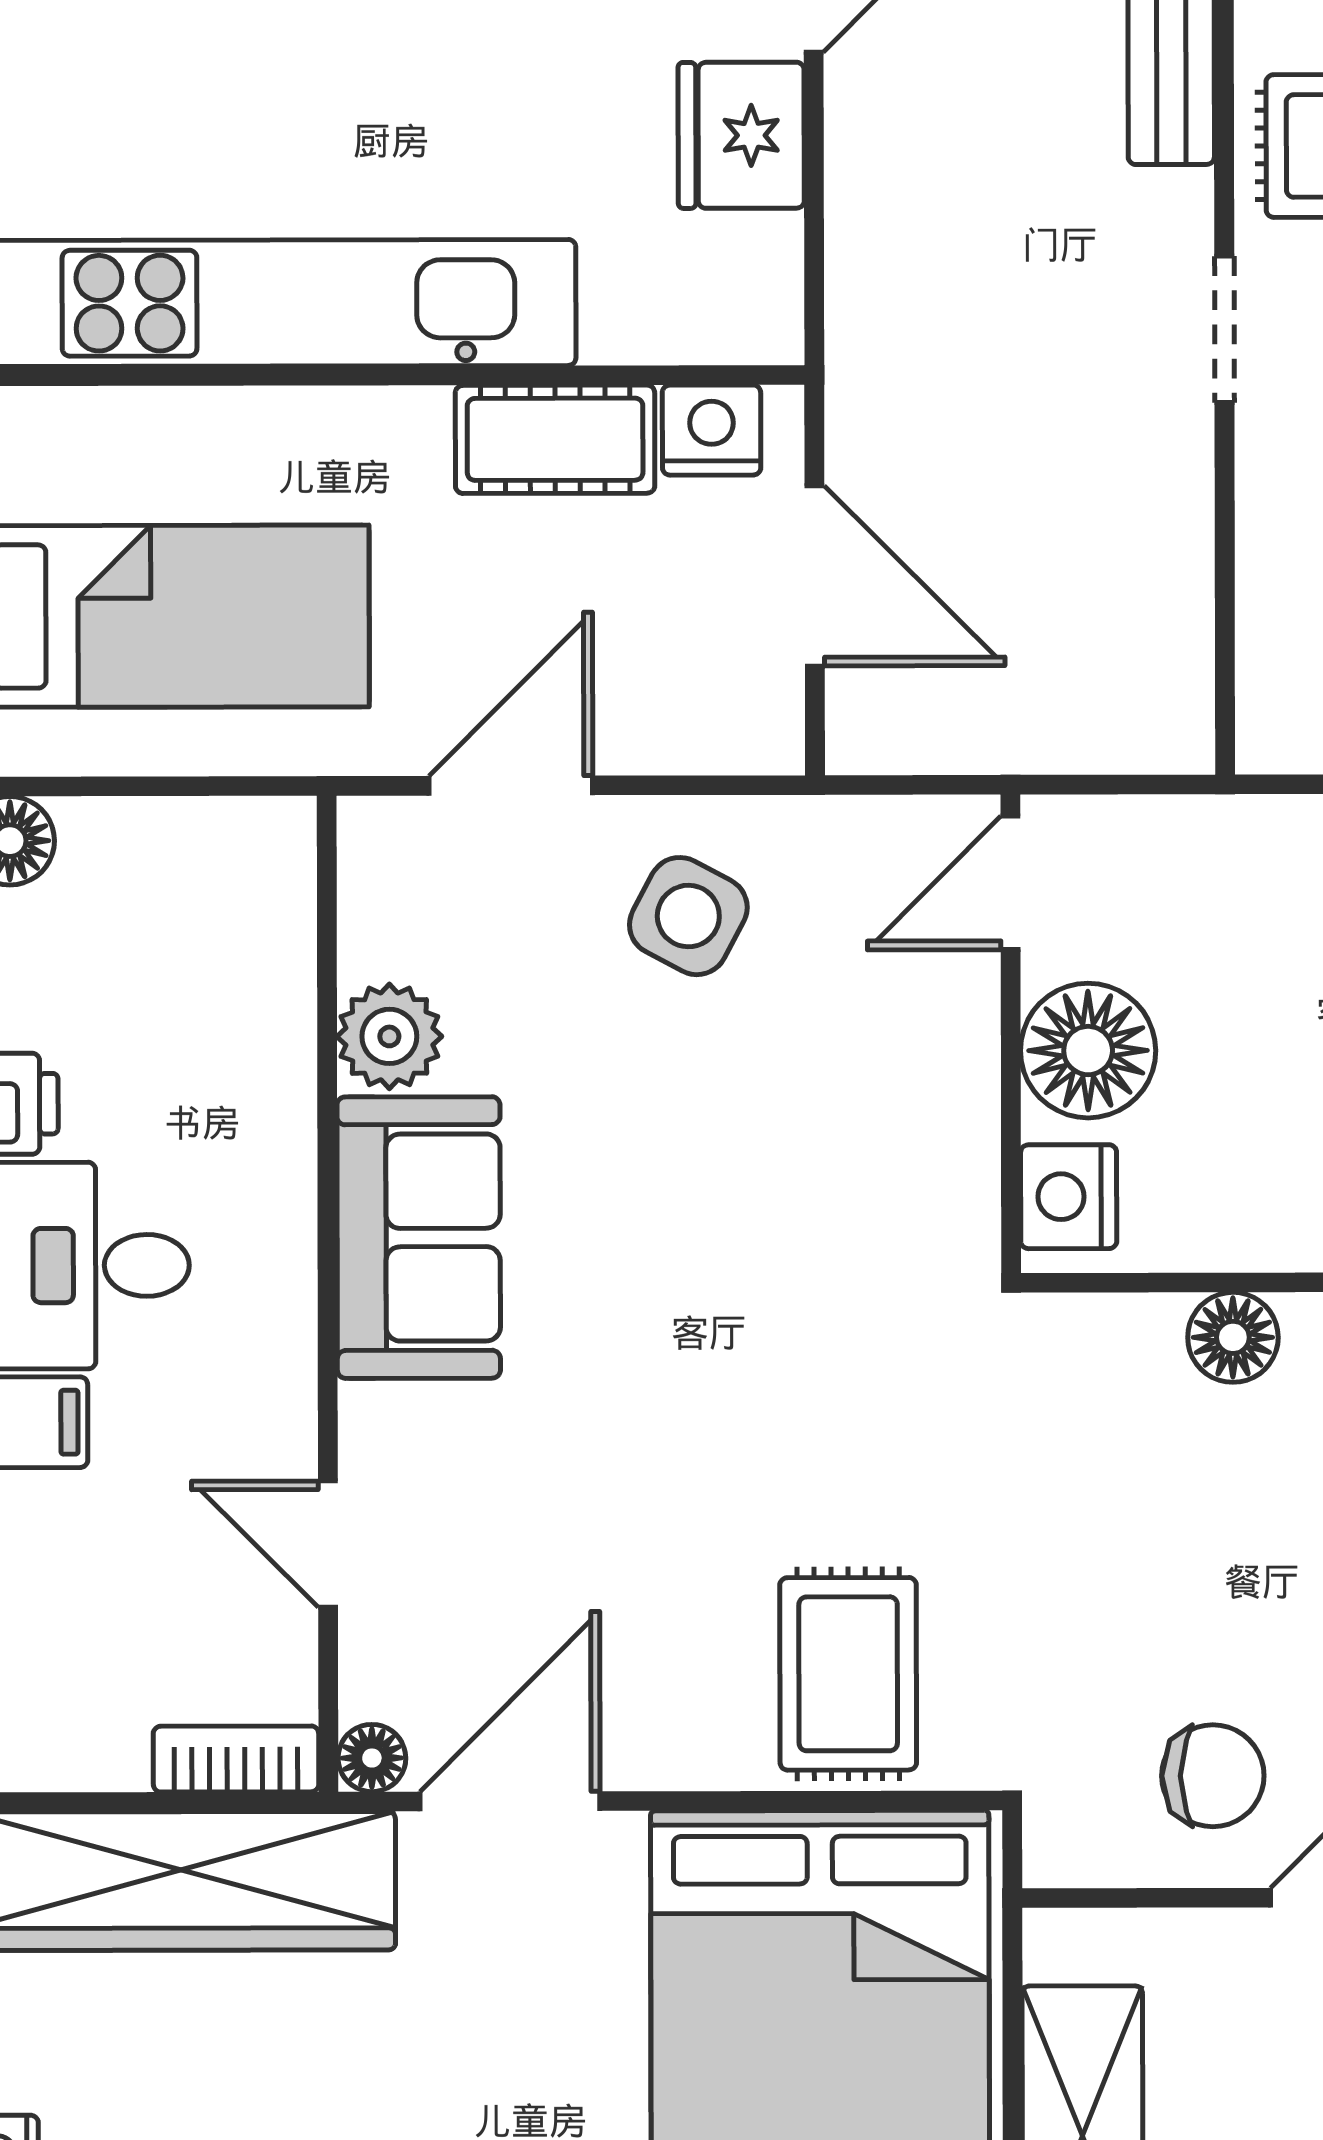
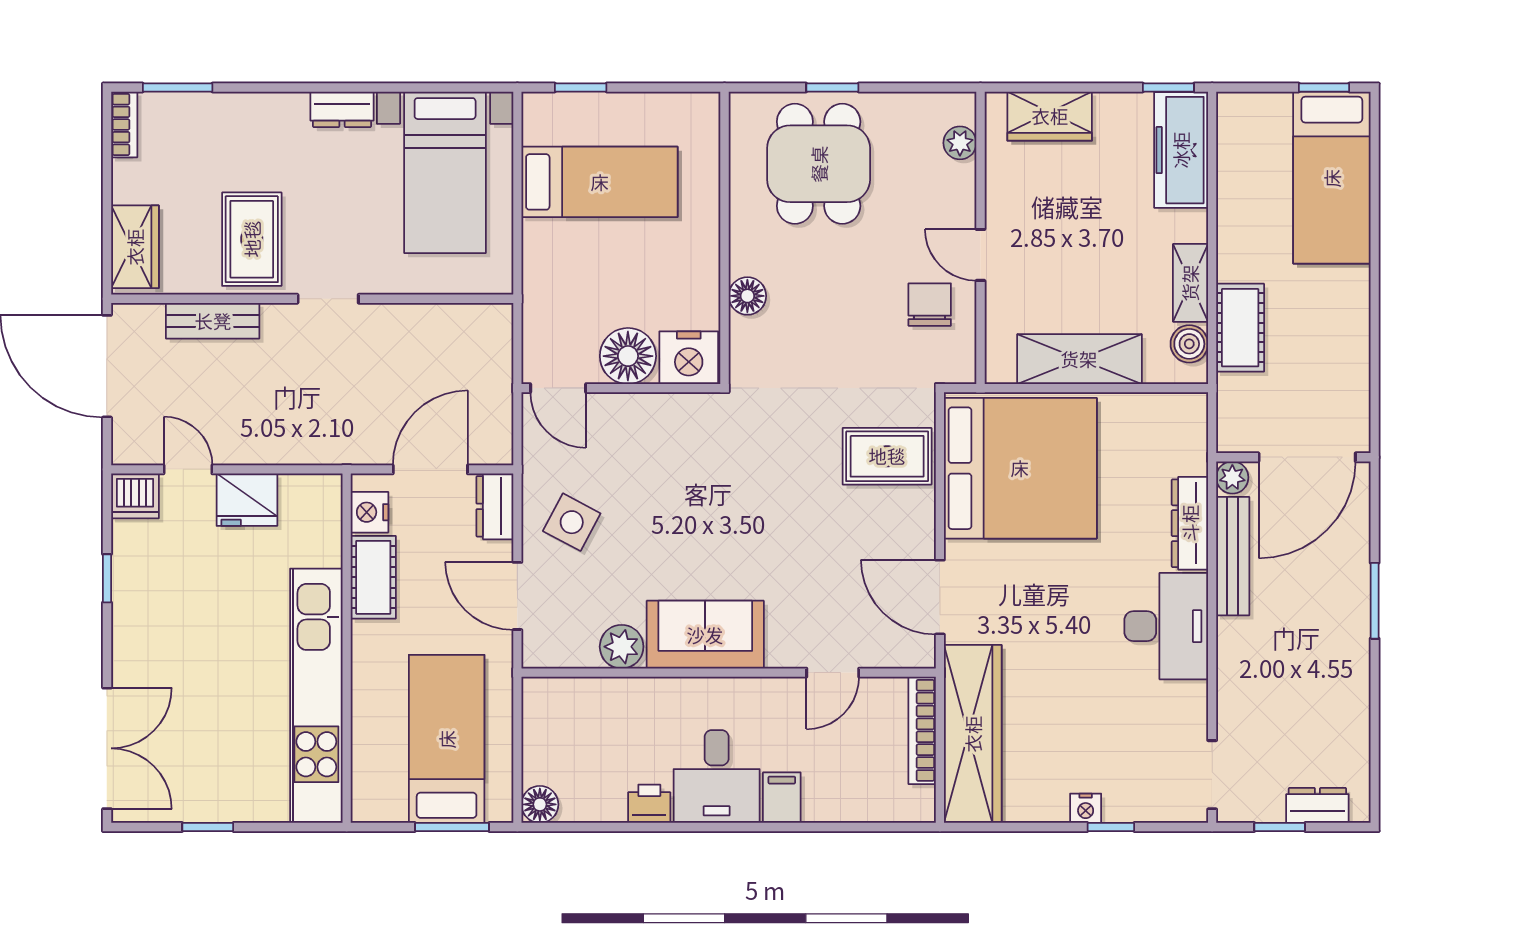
dresser: (726, 731) -> (495, 506), added
nightstand: (1069, 1197) -> (689, 358), width x1.36, depth x1.33
floor lamp: (372, 1758) -> (922, 654), removed
bookcase: (236, 1759) -> (922, 730), width x1.56

